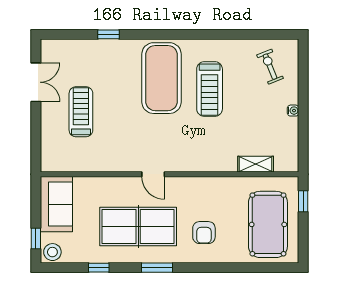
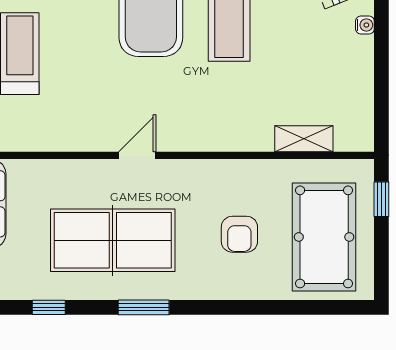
water cooler: (293, 111) -> (365, 25), moved
door: (153, 174) -> (137, 155), swing flipped
armchair: (204, 233) -> (239, 234), moved

